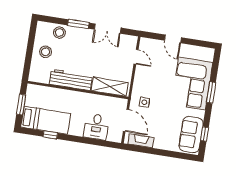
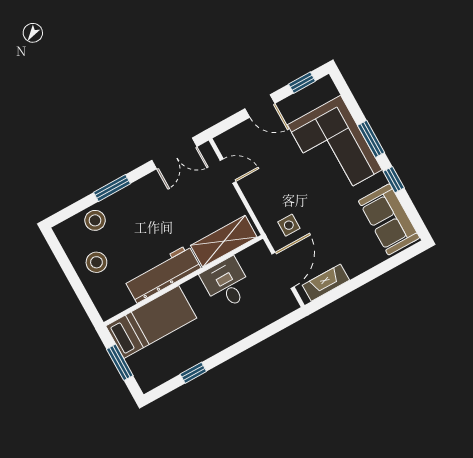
double door: (108, 29) -> (174, 153), moved
window: (200, 43) -> (302, 83), added
bed: (46, 120) -> (151, 322), moved
door: (126, 120) -> (283, 270), hinge flipped
desk: (96, 127) -> (227, 284), moved, turned 180
window: (205, 134) -> (394, 180), moved

